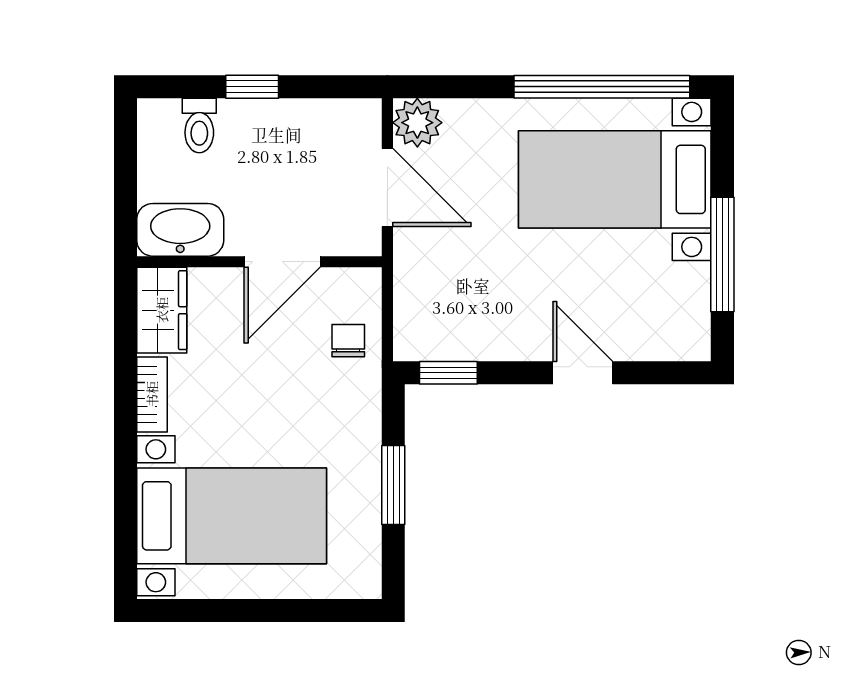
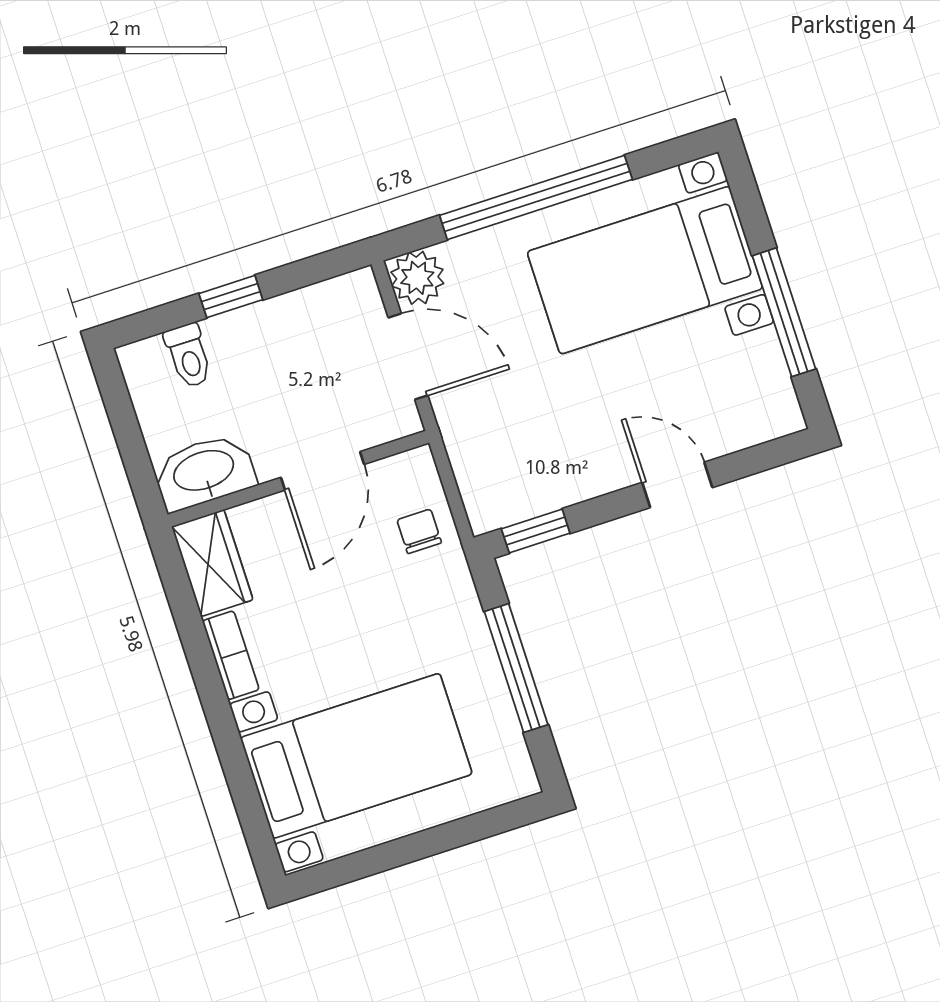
window: (602, 87) -> (536, 197), moved
window: (393, 485) -> (516, 668), width x1.44

